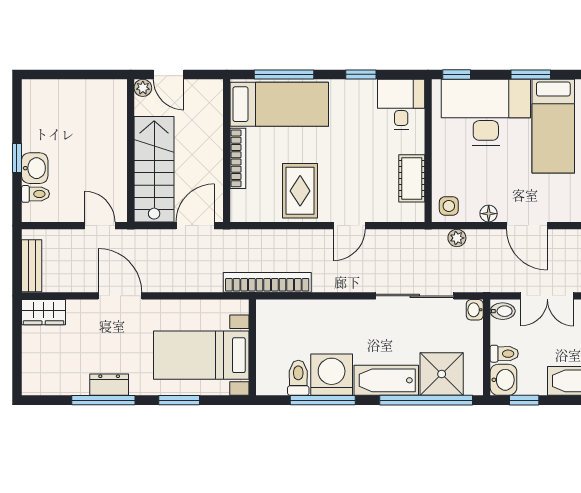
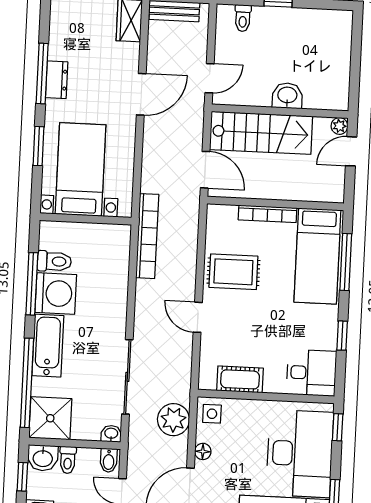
washbasin: (35, 168) -> (287, 96), moved, turned 180
plant: (457, 238) -> (173, 420), width x1.88, depth x1.88
shower: (442, 374) -> (50, 418), moved

